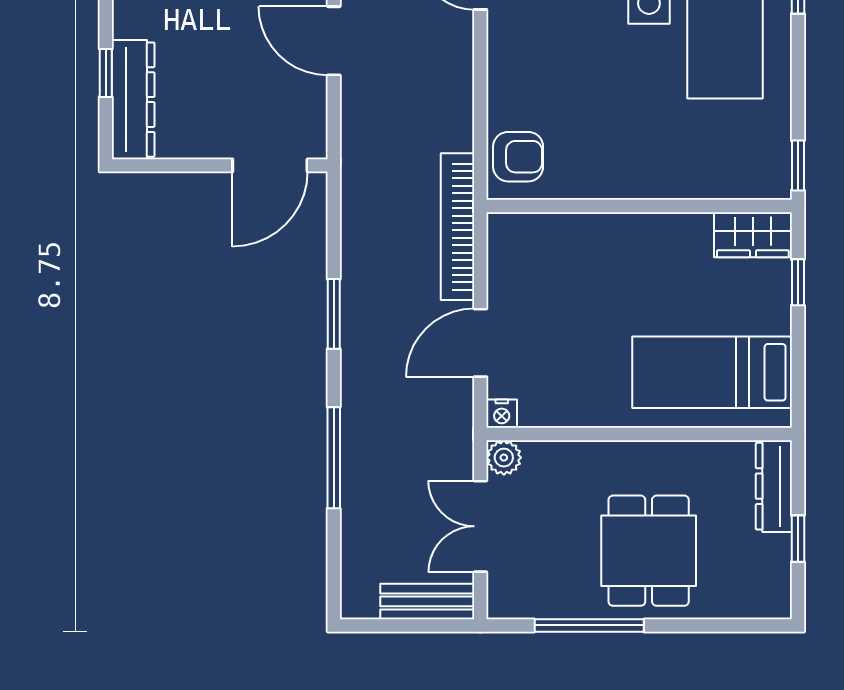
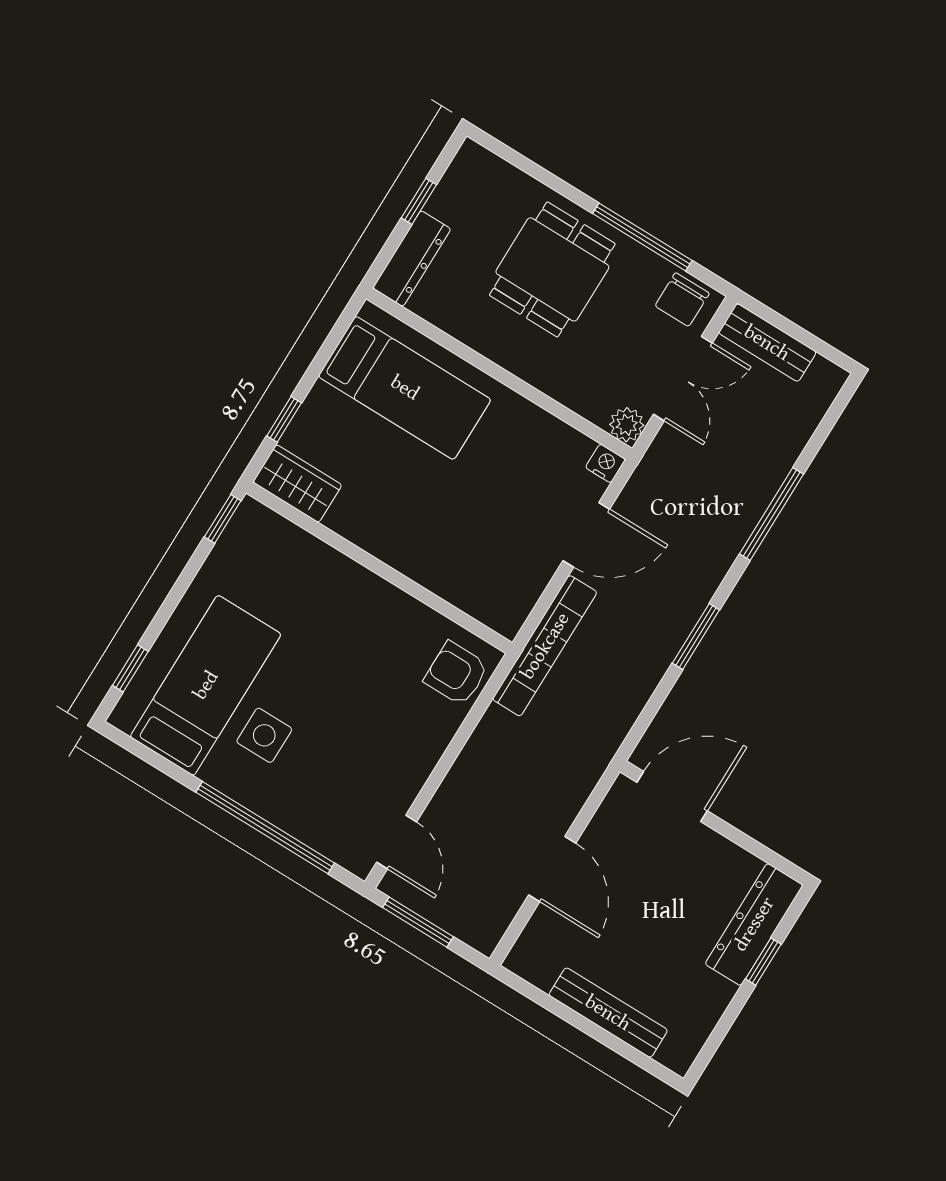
chair: (522, 593) -> (682, 300), added

